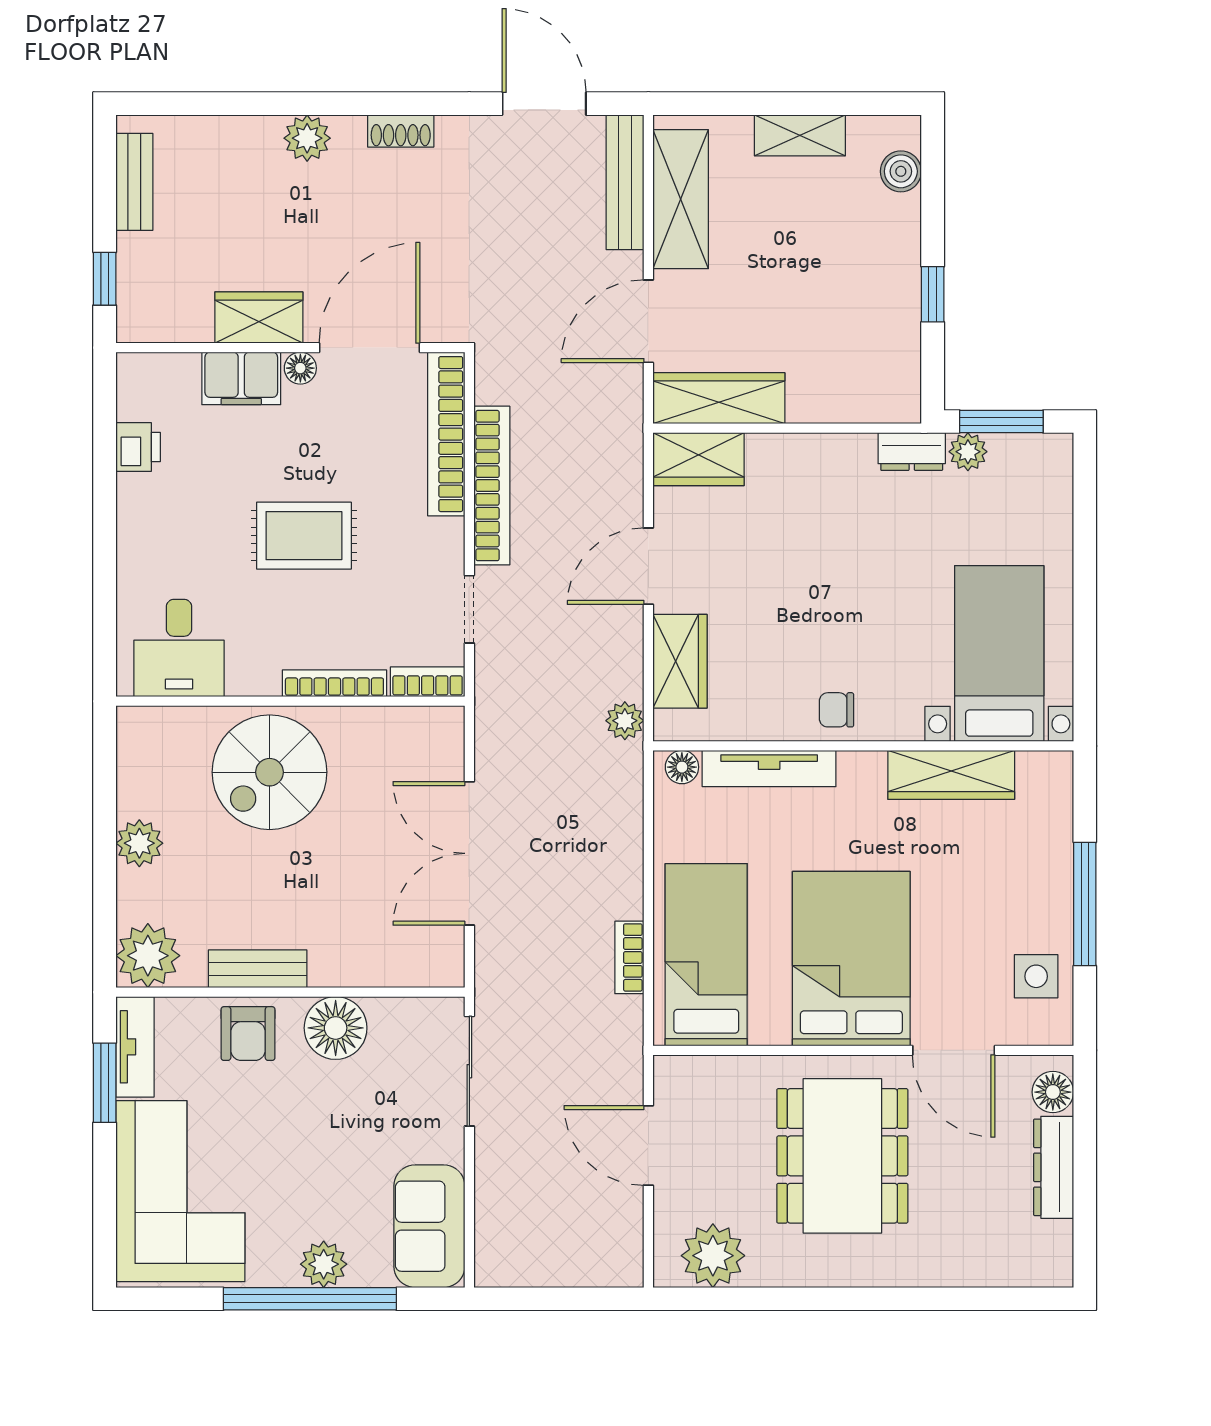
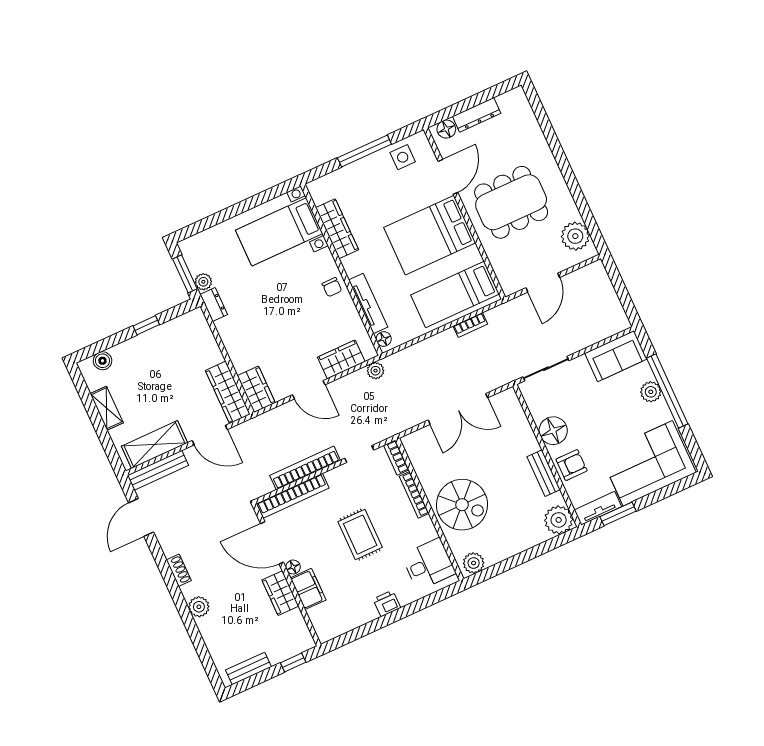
printer: (138, 447) -> (387, 603), moved
plant: (139, 843) -> (474, 563), moved

